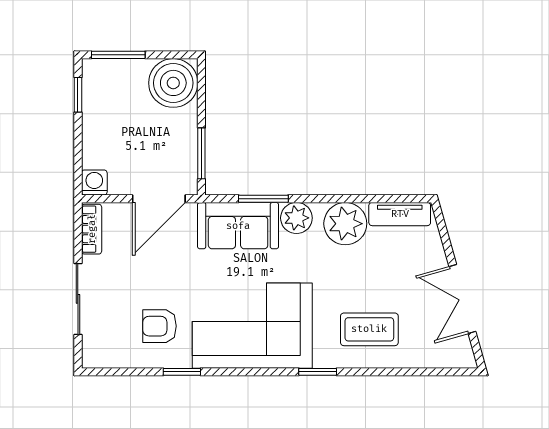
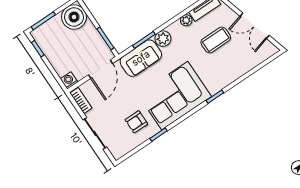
plant: (345, 224) -> (186, 20), width x0.53, depth x0.53
coffee table: (369, 329) -> (216, 40), moved

